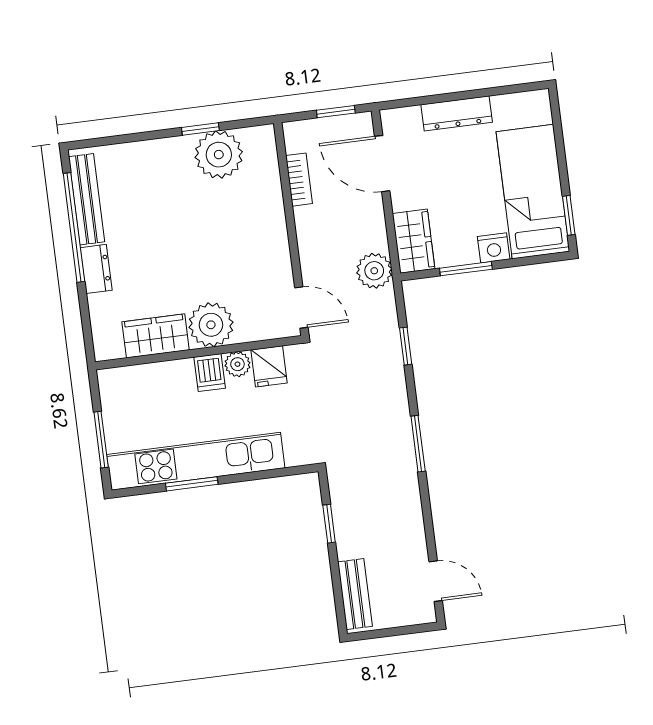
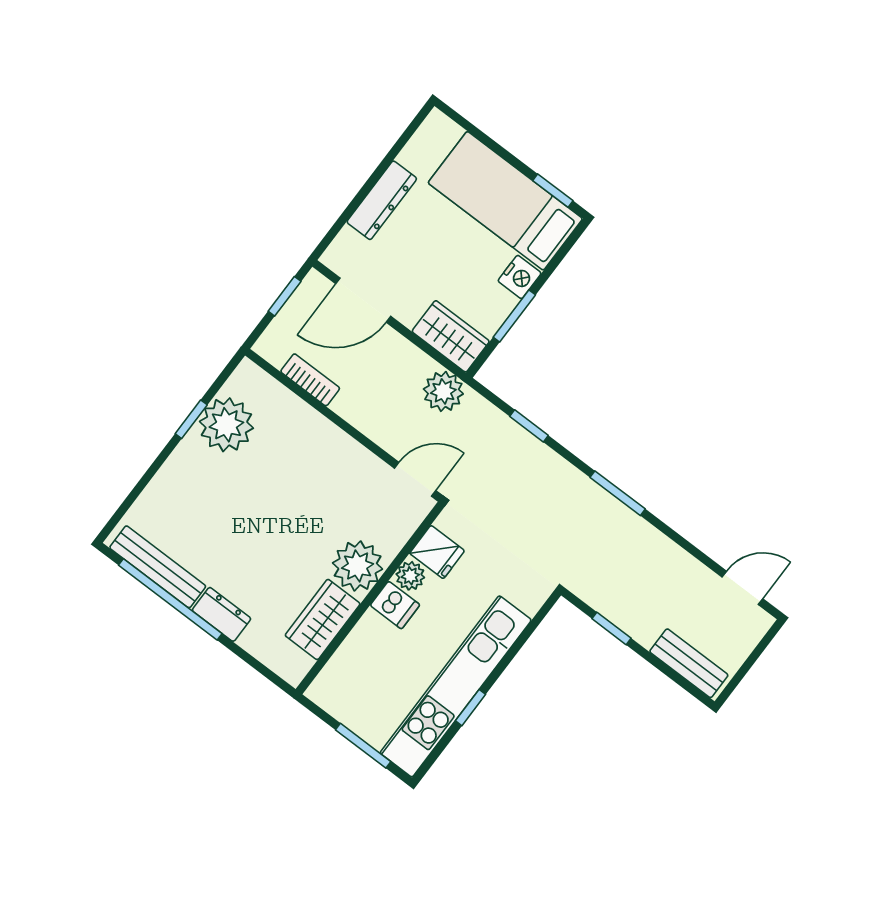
window: (192, 484) -> (471, 708), width x0.67

